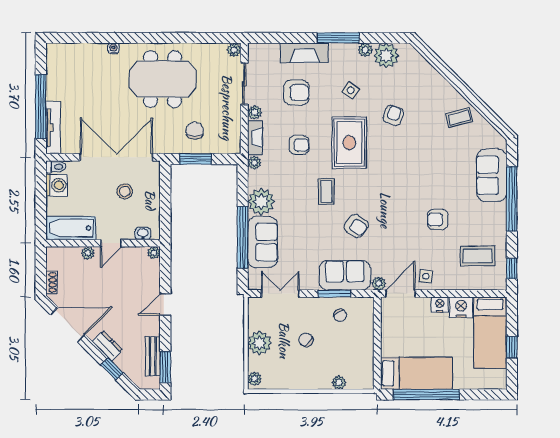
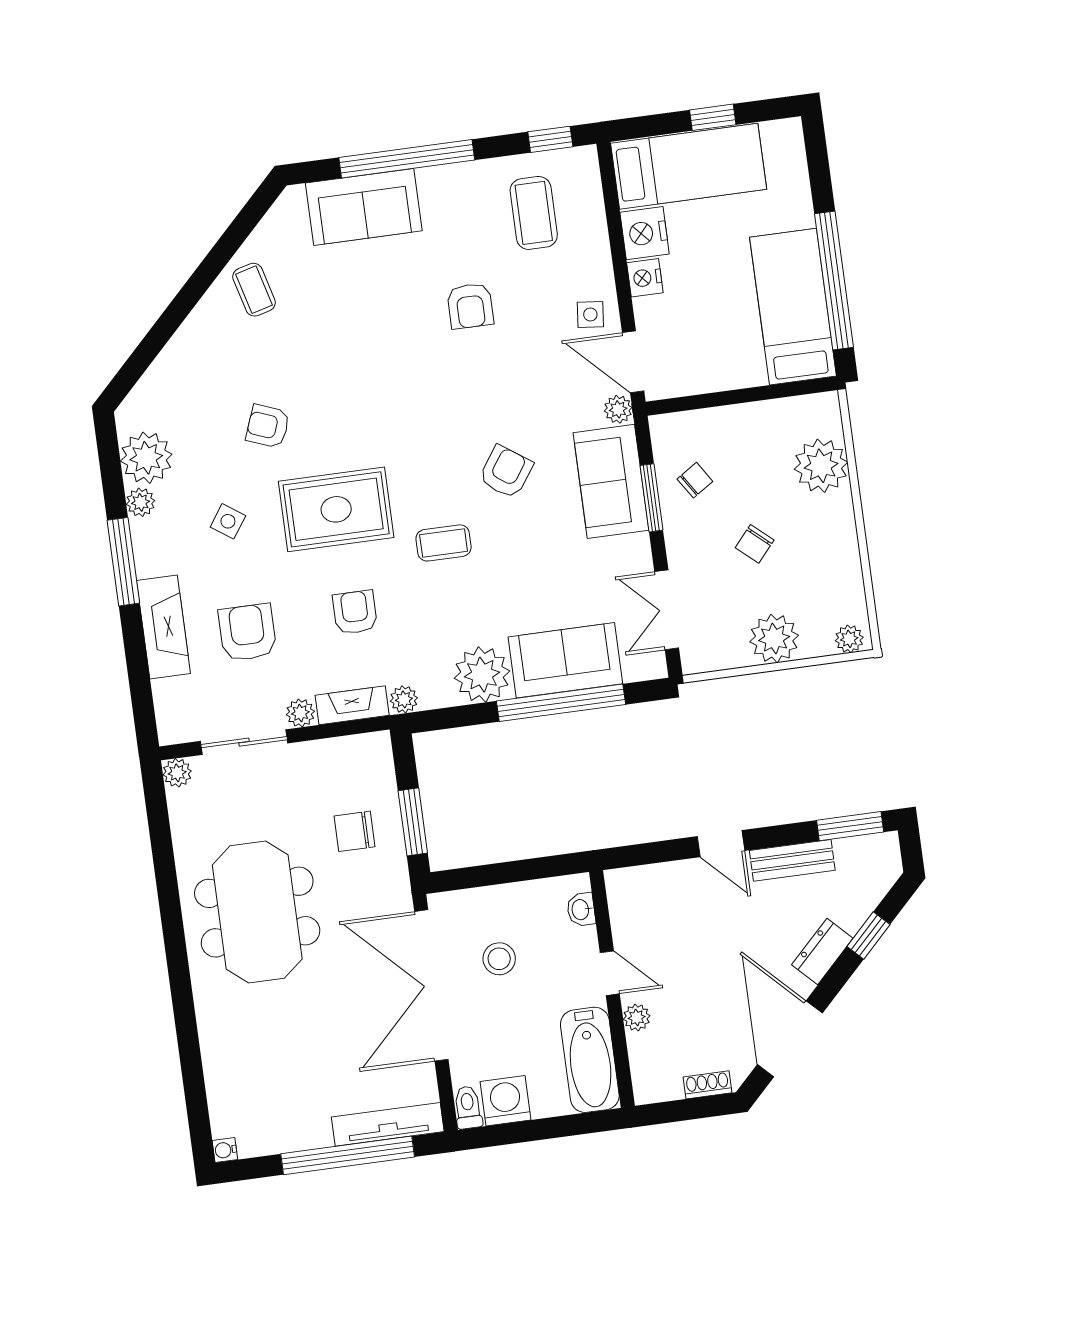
water cooler: (114, 48) -> (225, 1150), moved
plant: (154, 253) -> (618, 881), removed
bench: (153, 356) -> (792, 860), moved
plant: (339, 383) -> (821, 466), width x1.87, depth x1.87

